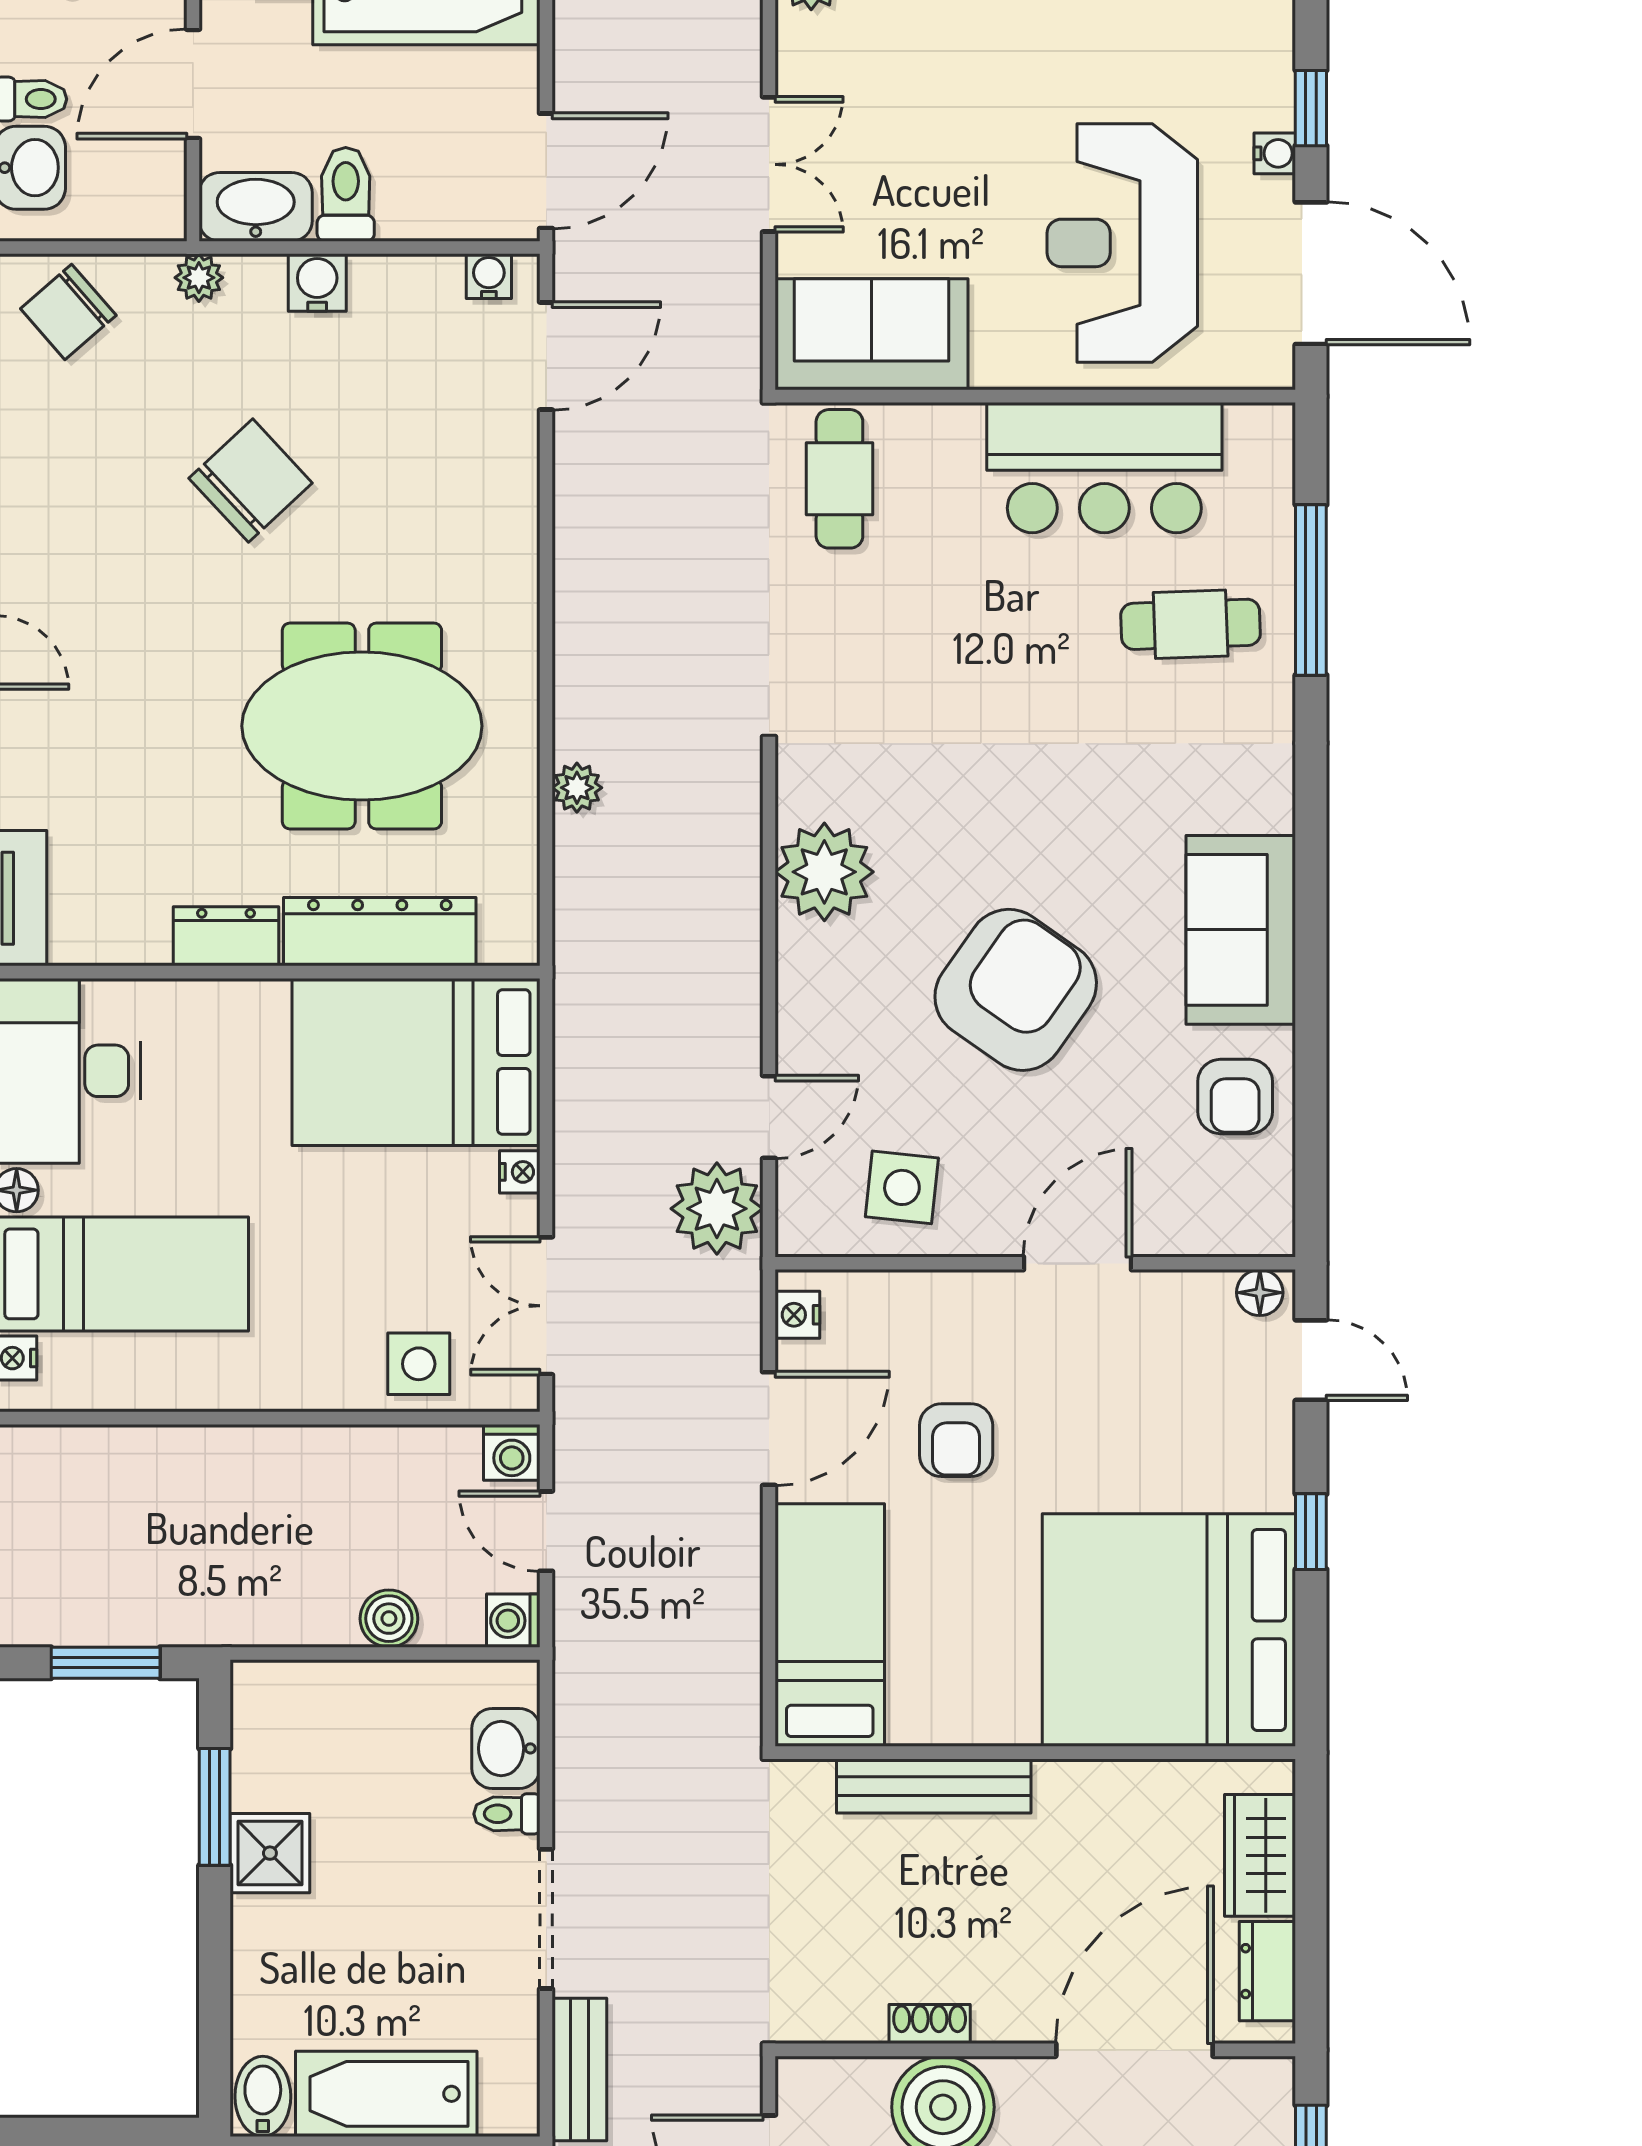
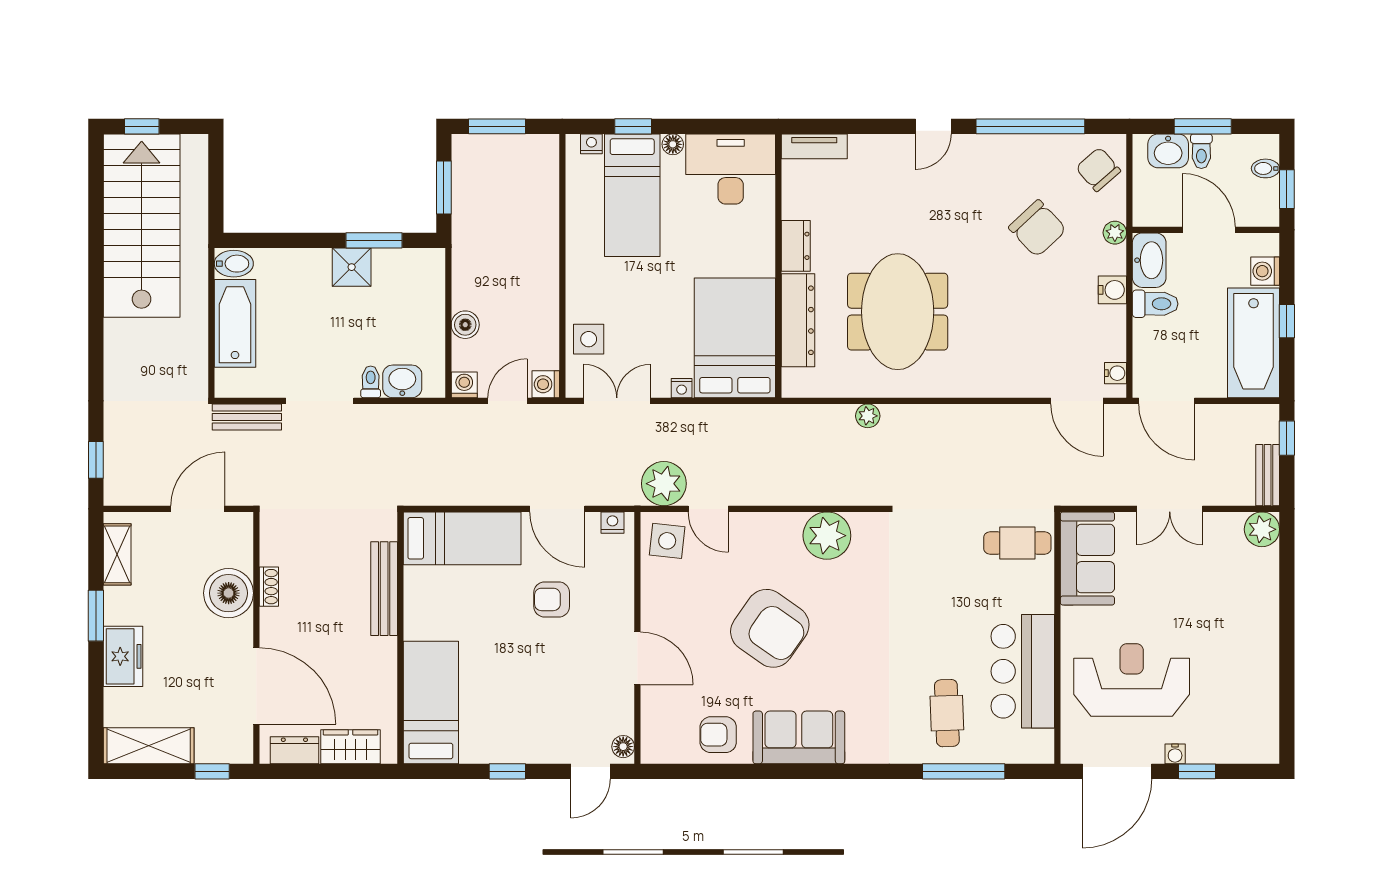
chair: (251, 481) -> (1037, 228), moved
side table: (902, 1187) -> (667, 541), moved
bed: (1169, 1630) -> (431, 703), width x0.49

